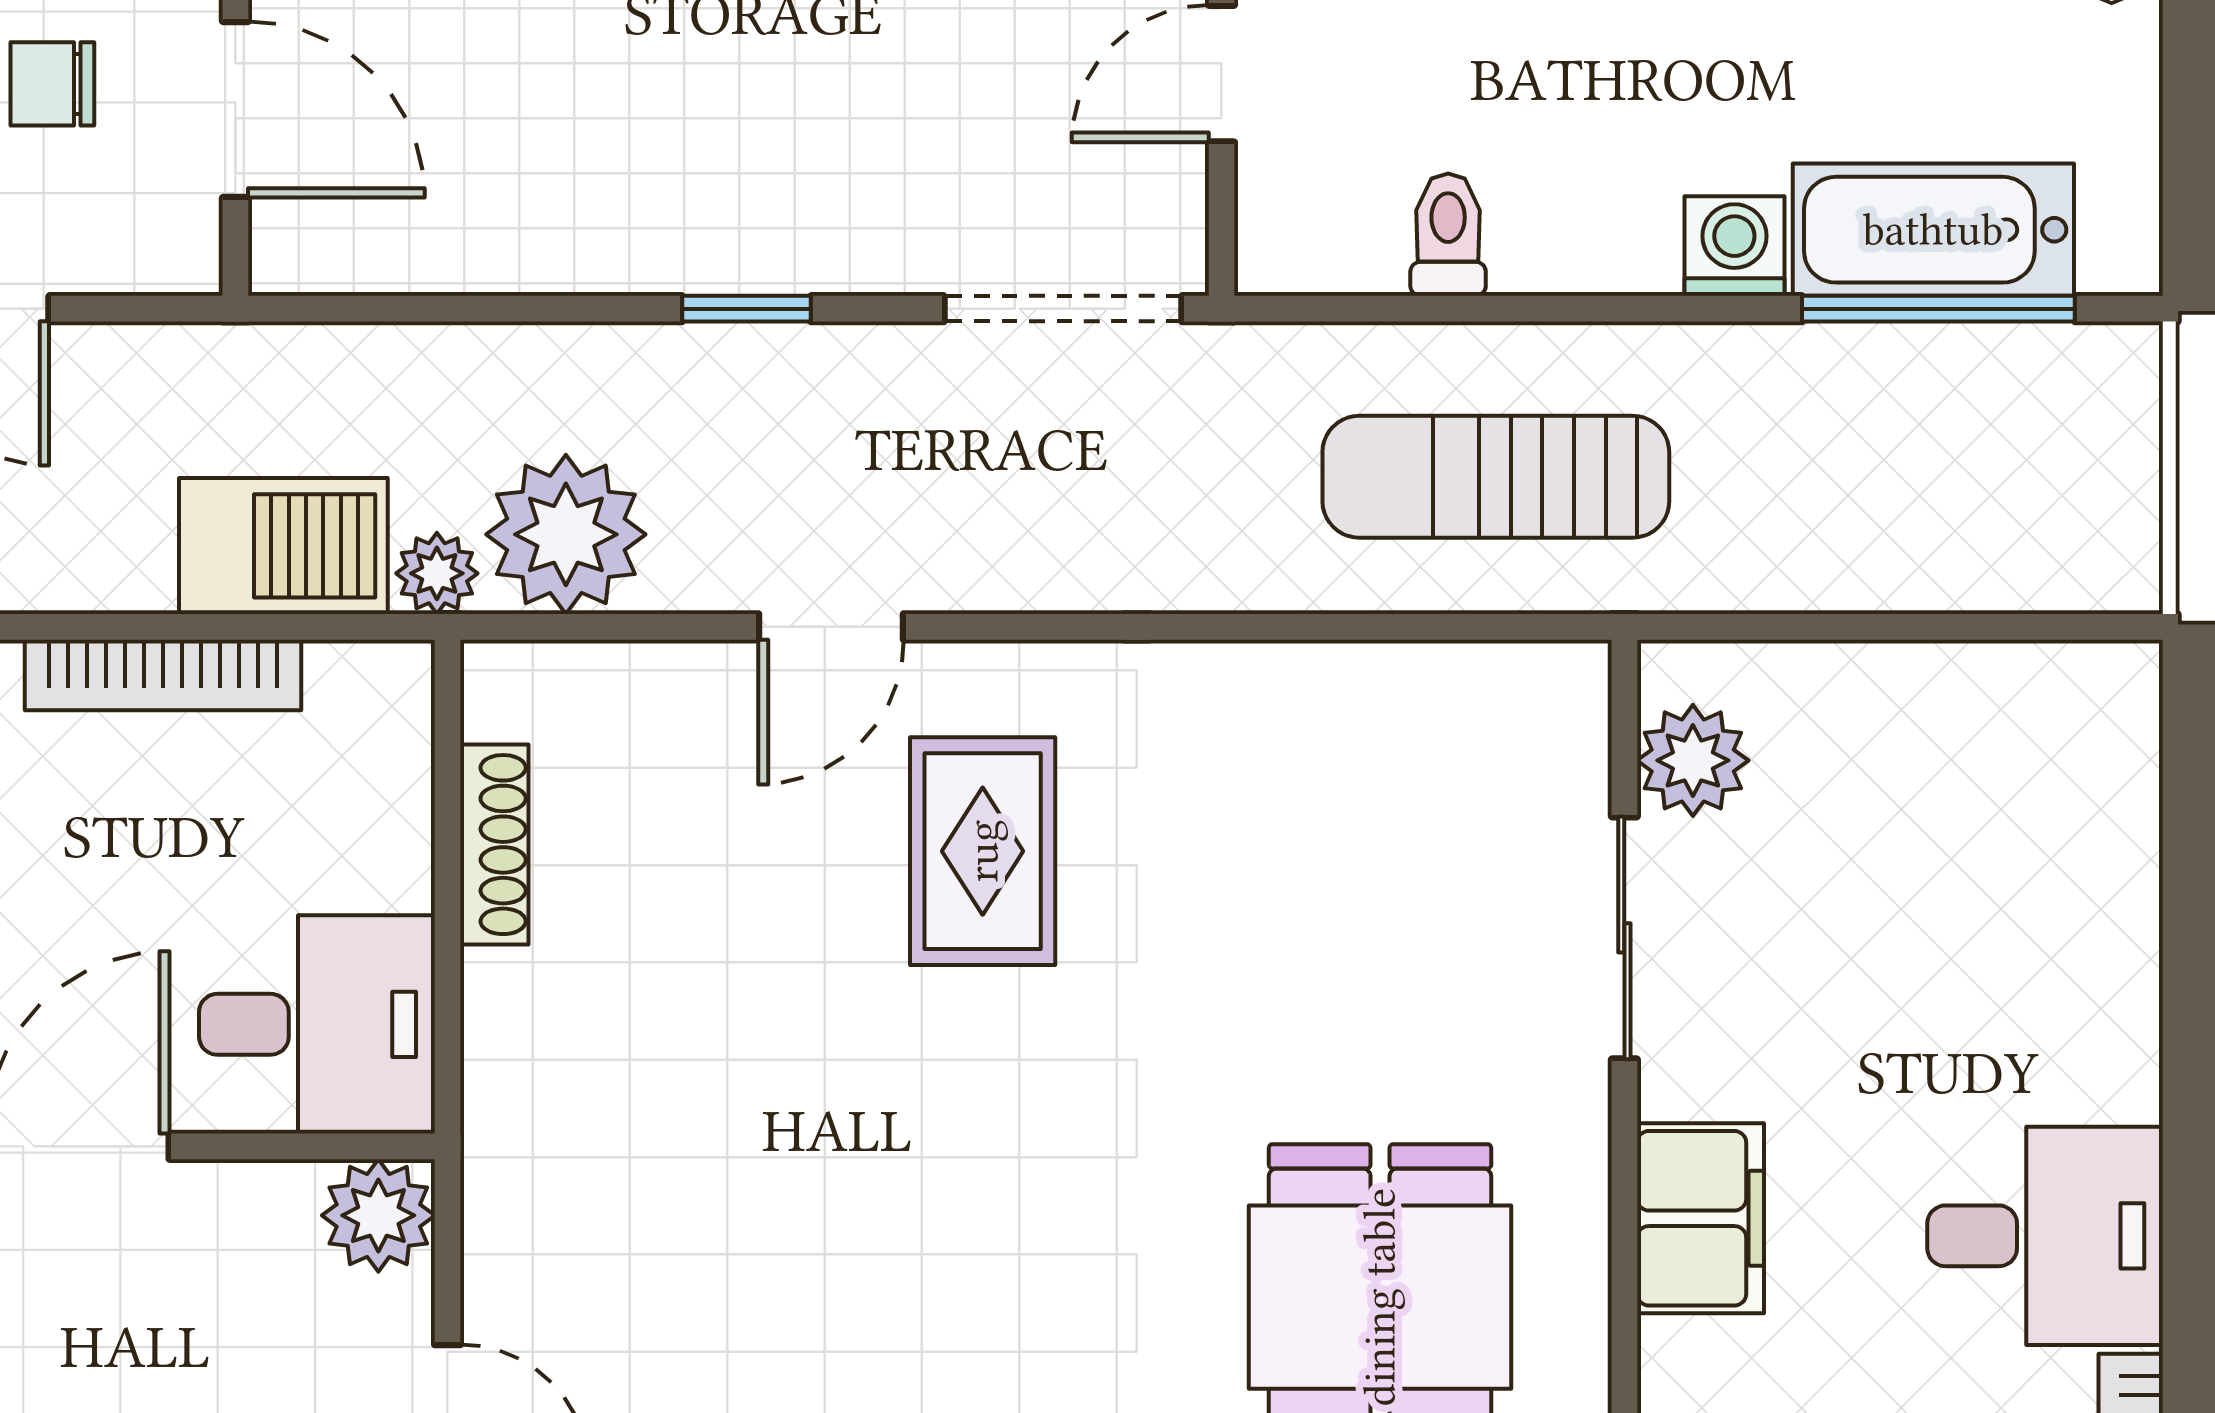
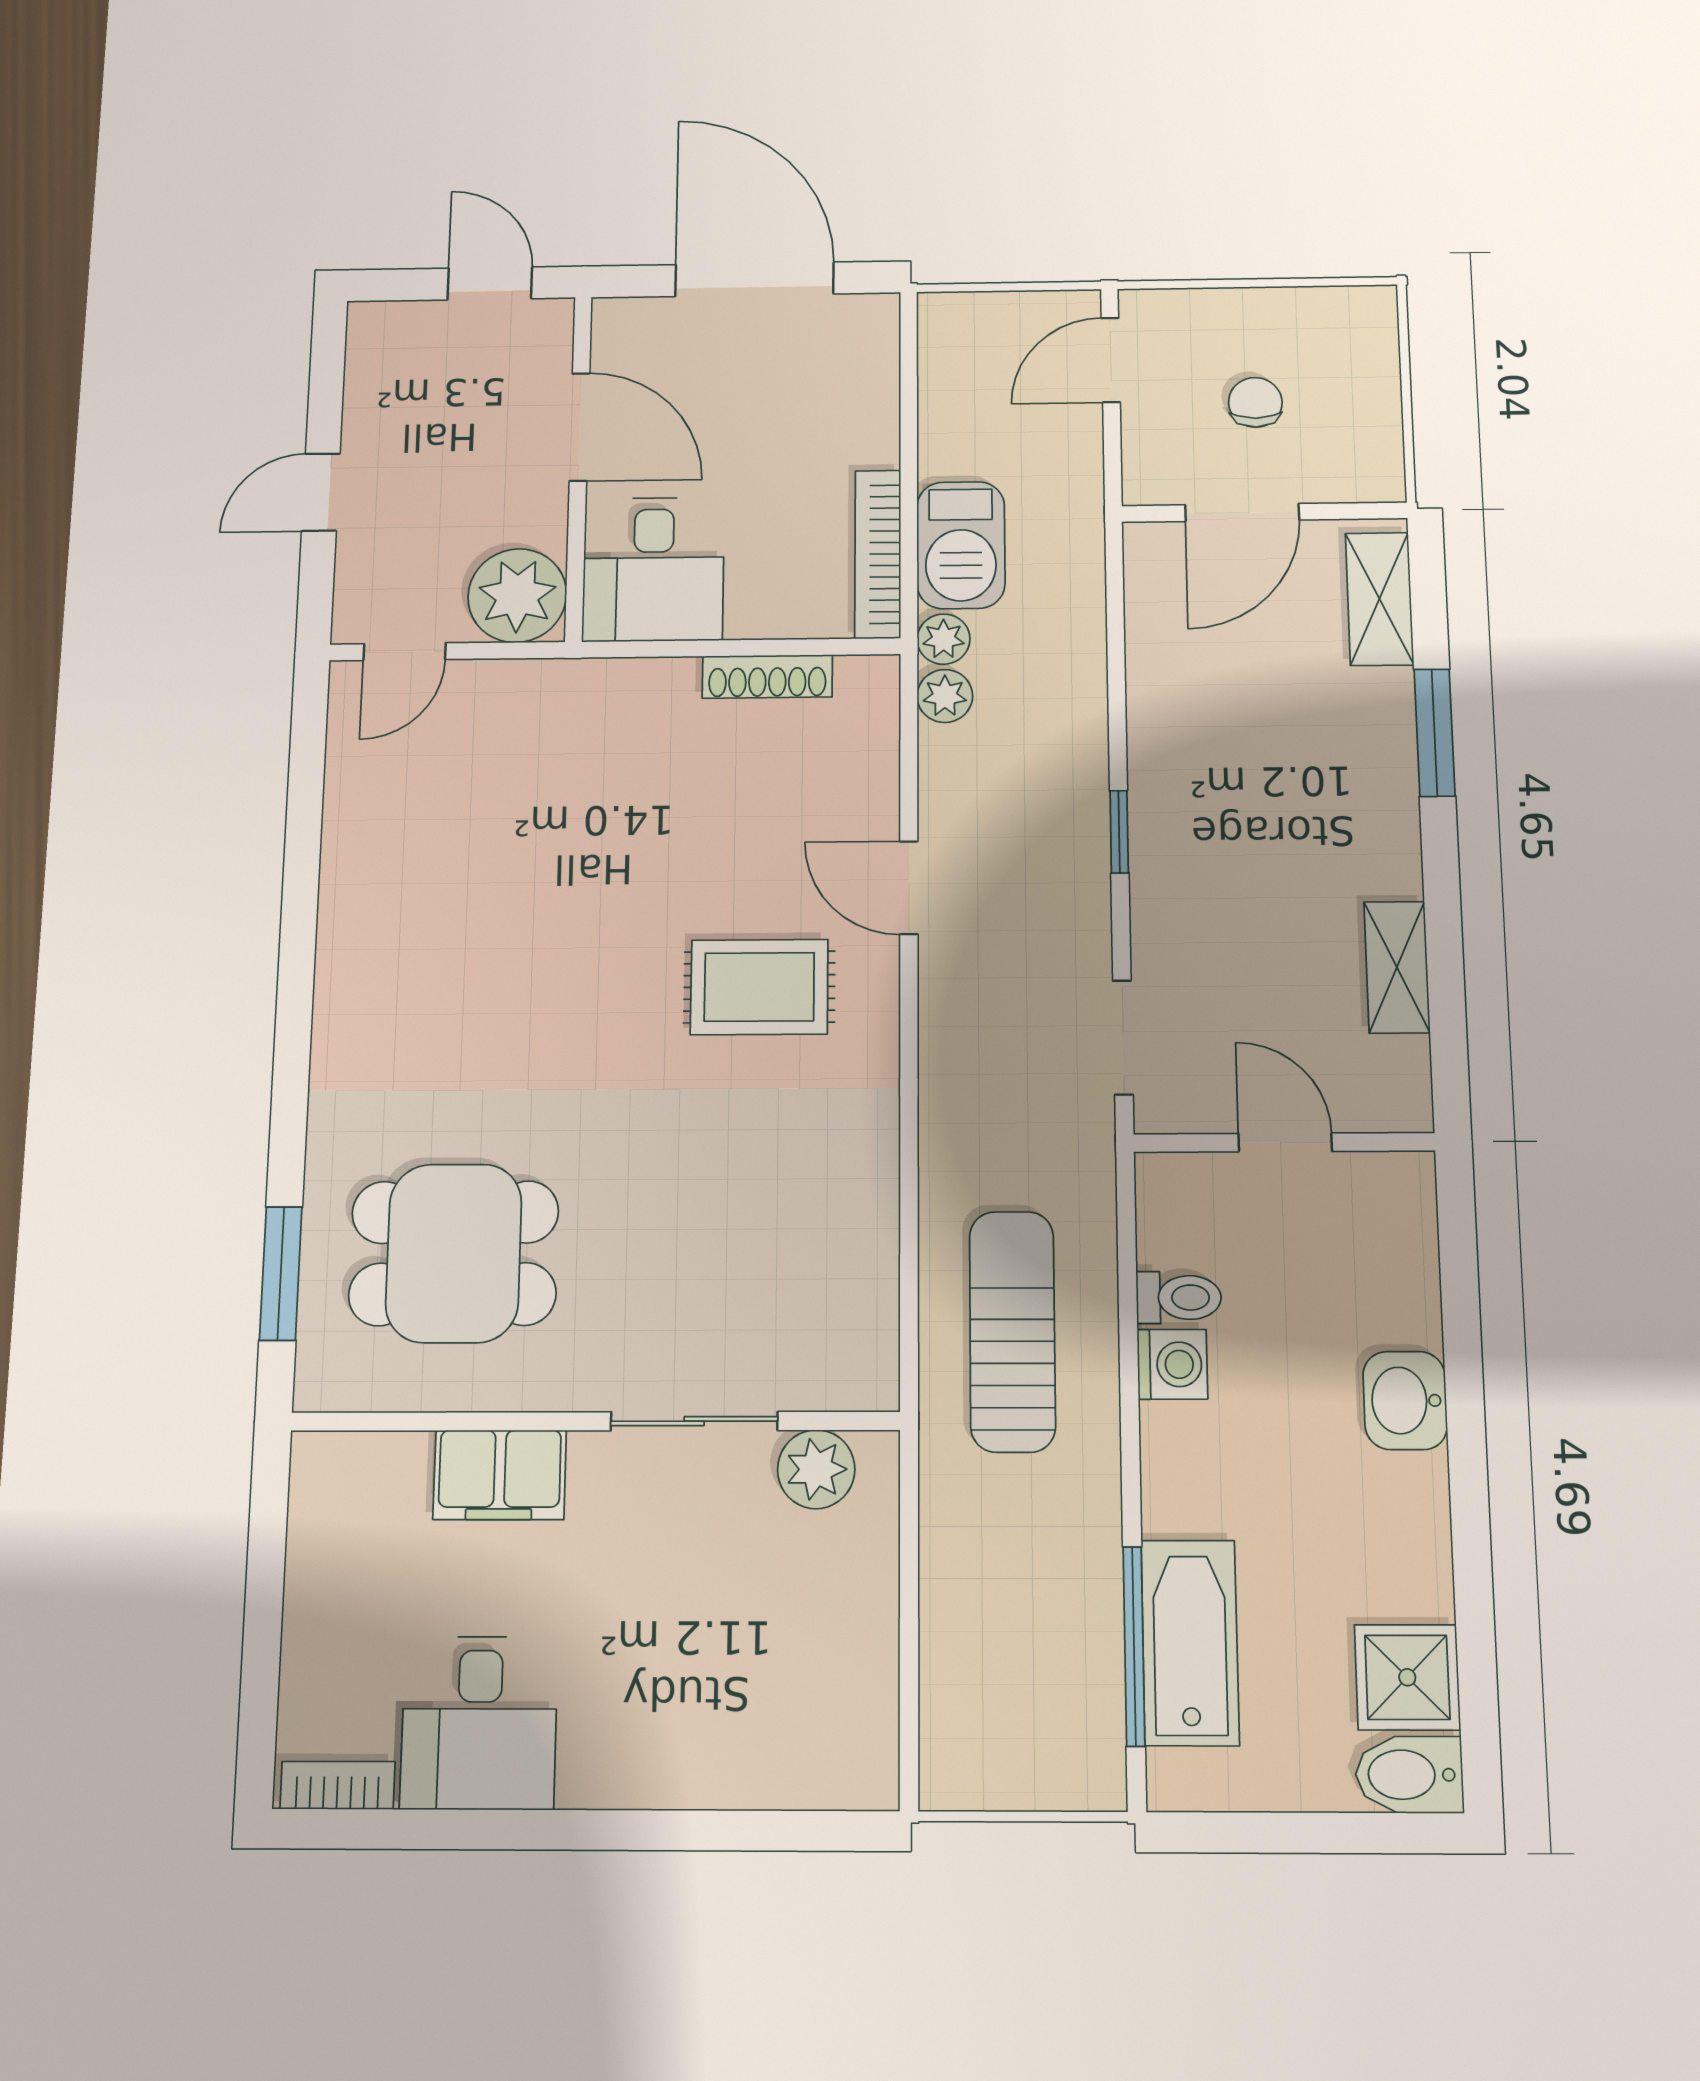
washing machine: (1734, 246) -> (1172, 1364), moved
doorway: (1063, 309) -> (1123, 1037), width x0.73
plant: (566, 534) -> (945, 696), width x0.53, depth x0.53
bookcase: (163, 675) -> (878, 554), moved
plant: (378, 1215) -> (517, 596), width x1.36, depth x1.36

